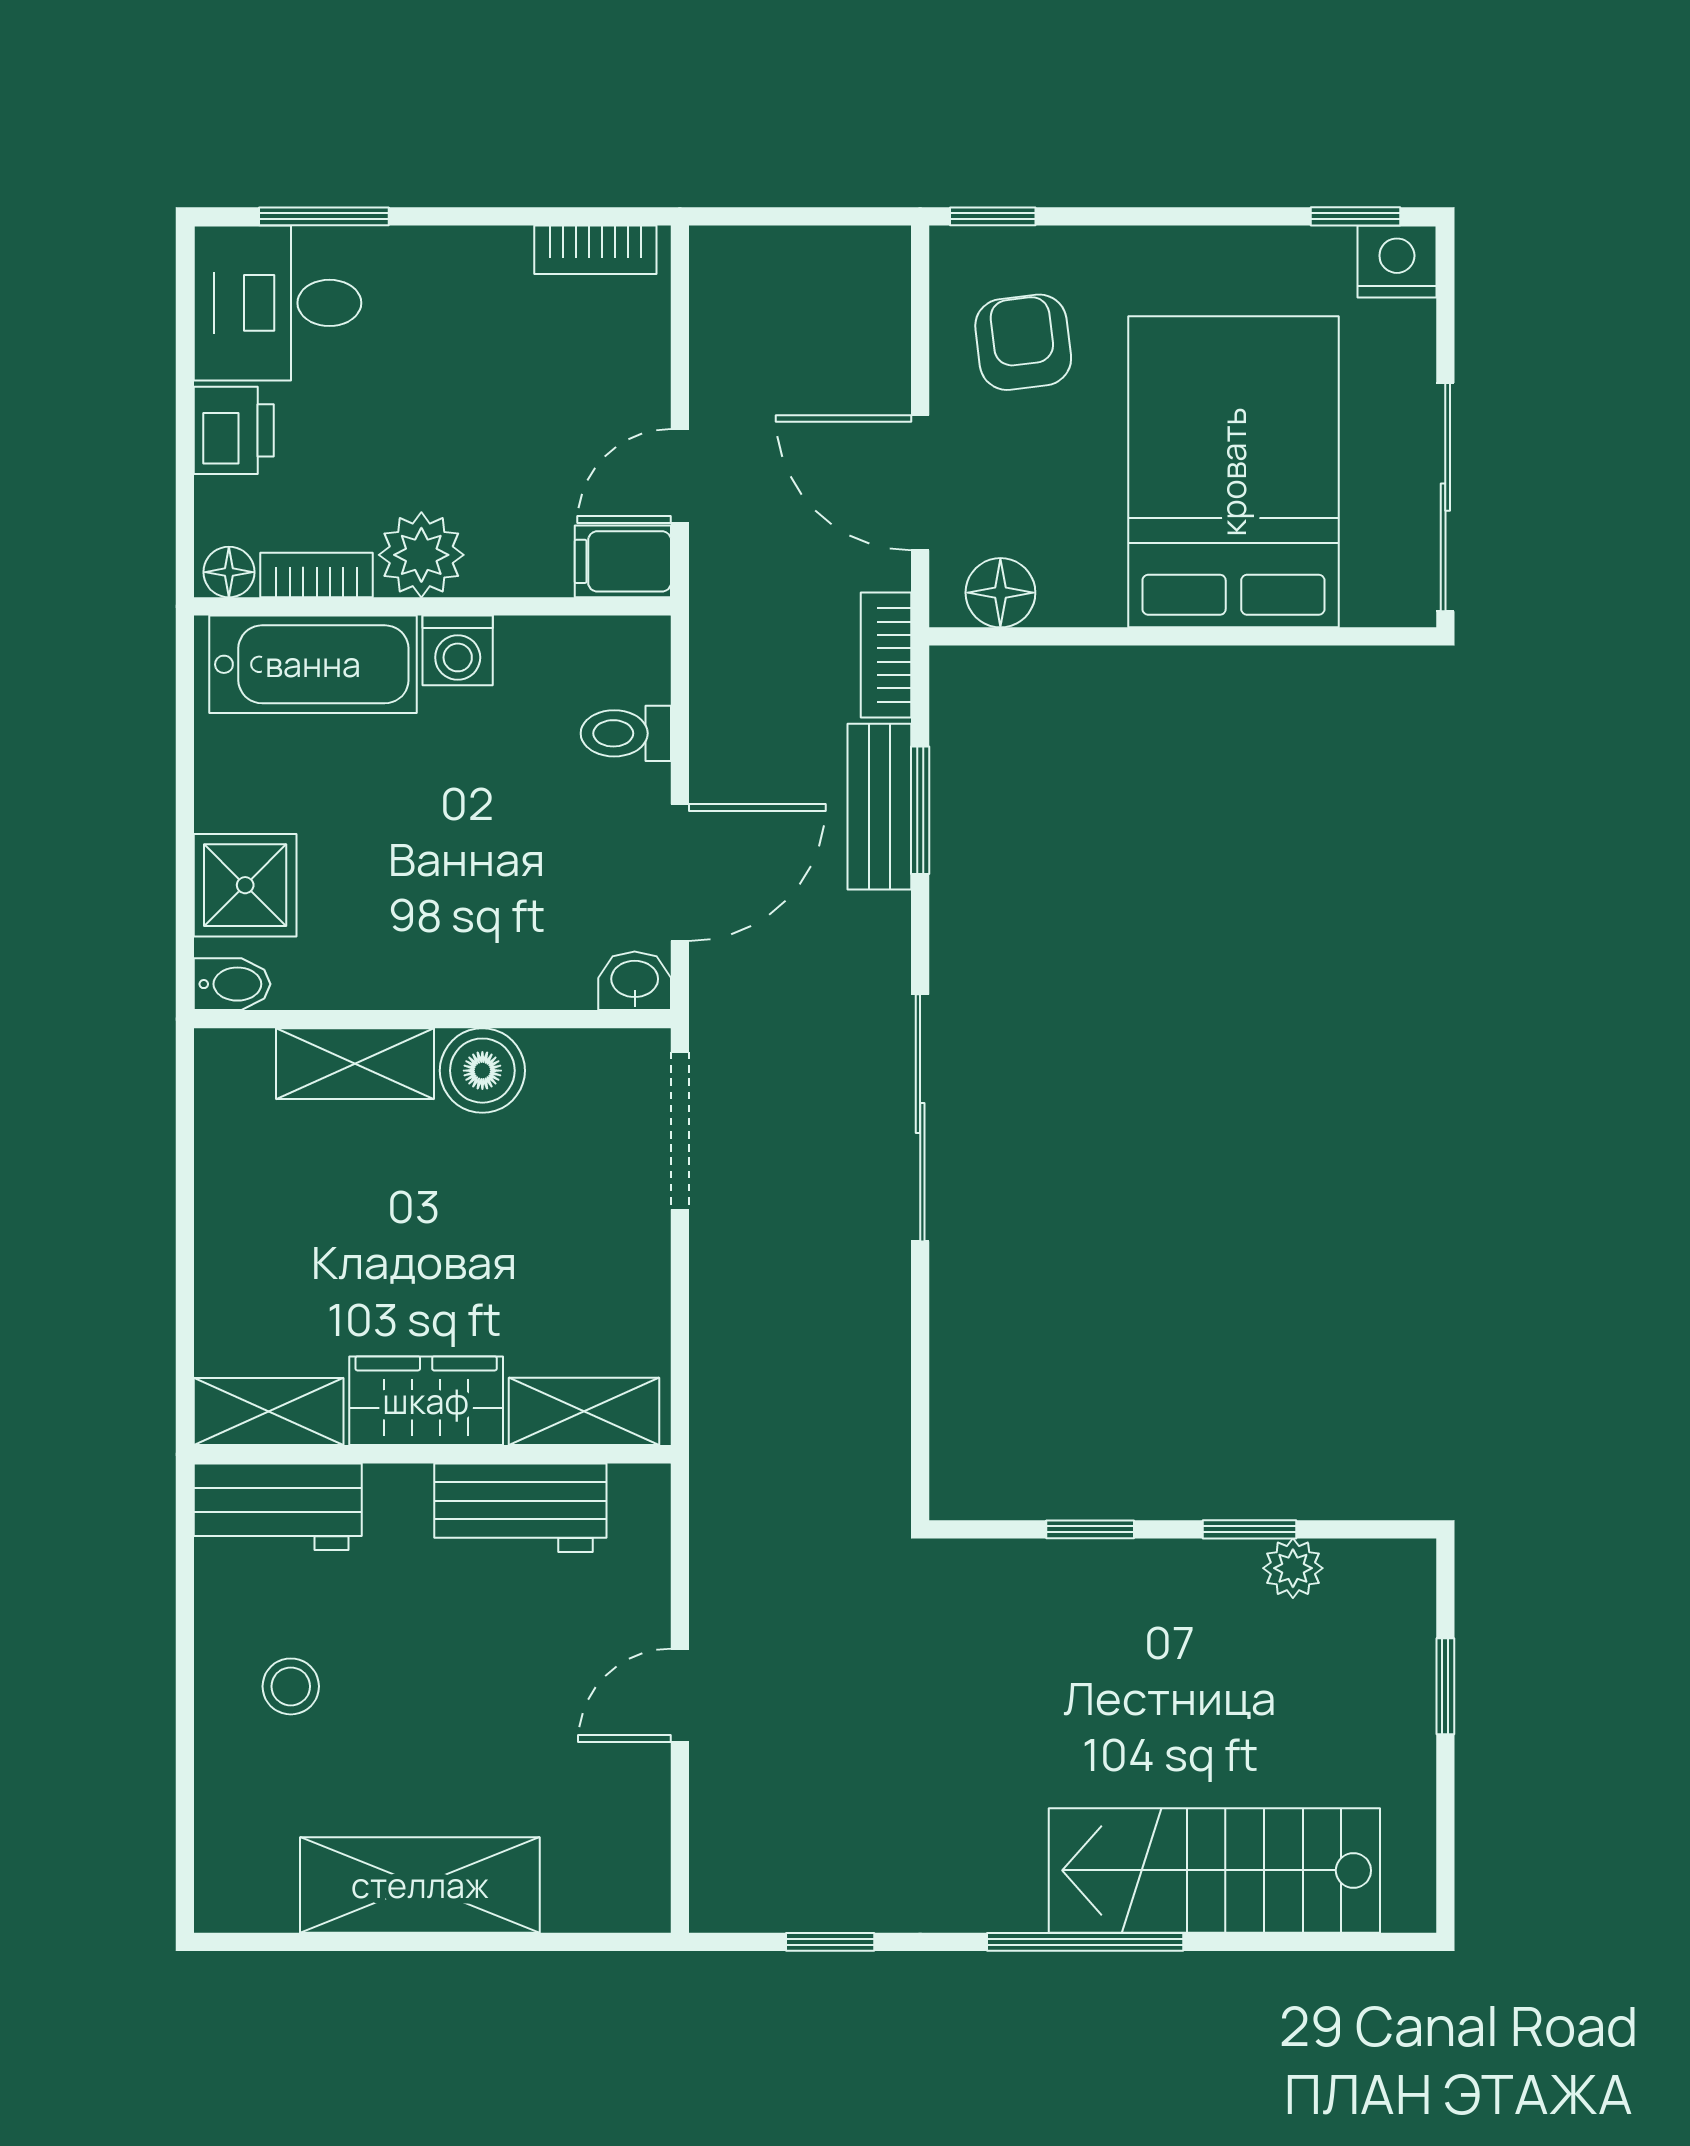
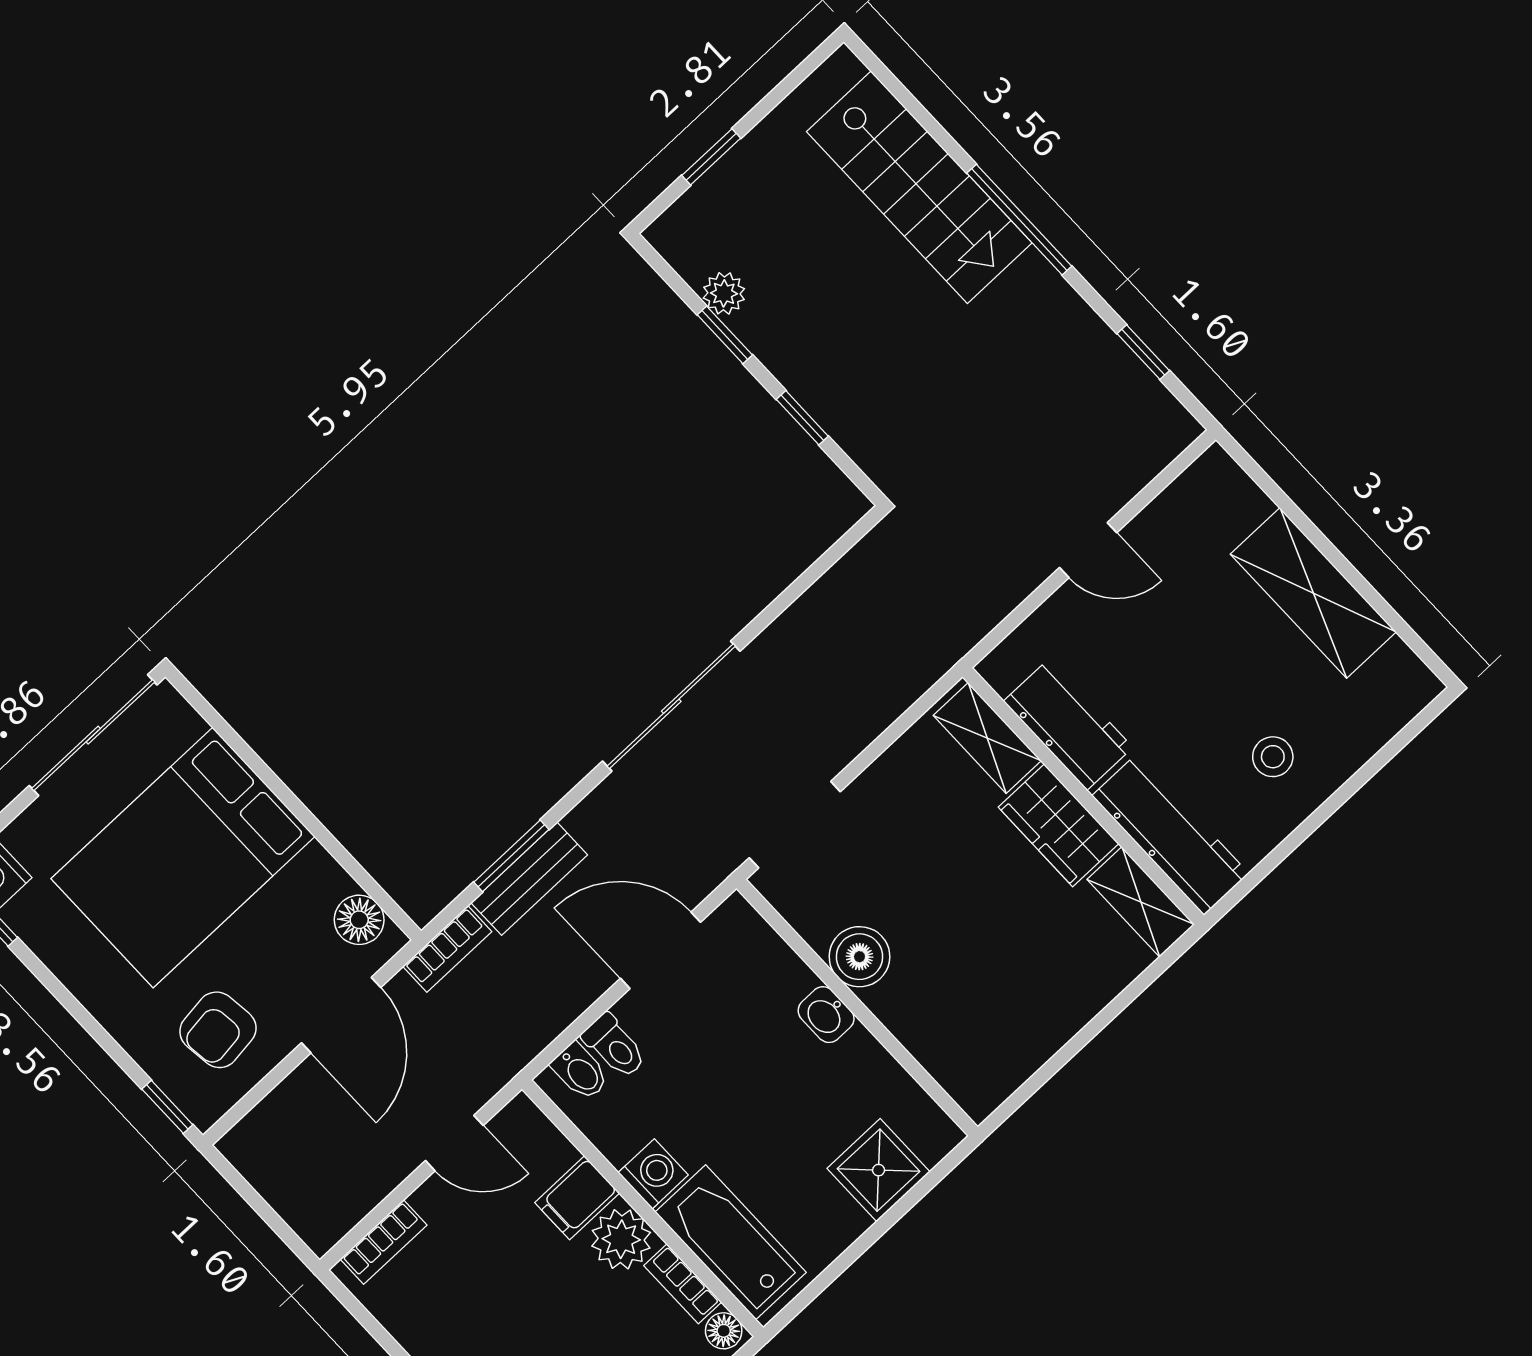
bookcase: (595, 250) -> (384, 1242), moved, turned 90
filing cabinet: (623, 561) -> (577, 1198), moved, turned 90
washbasin: (635, 981) -> (826, 1015), moved
bidet: (232, 984) -> (580, 1072), moved, turned 180
shelving: (355, 1064) -> (918, 1026), removed
workbench: (278, 1507) -> (1170, 835), width x1.38

